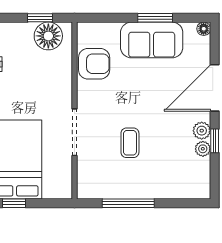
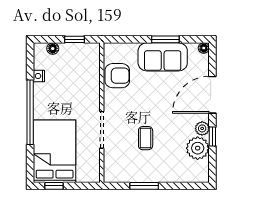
floor lamp: (48, 36) -> (53, 49), moved, width x0.53, depth x0.53
plant: (203, 149) -> (198, 148), width x1.88, depth x1.88
window: (128, 203) -> (144, 186), width x0.69

